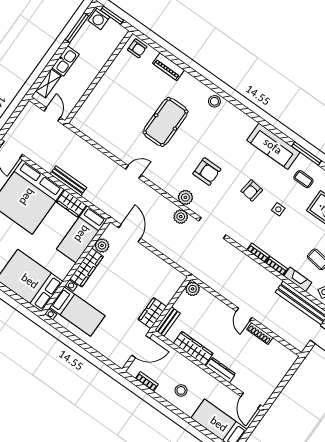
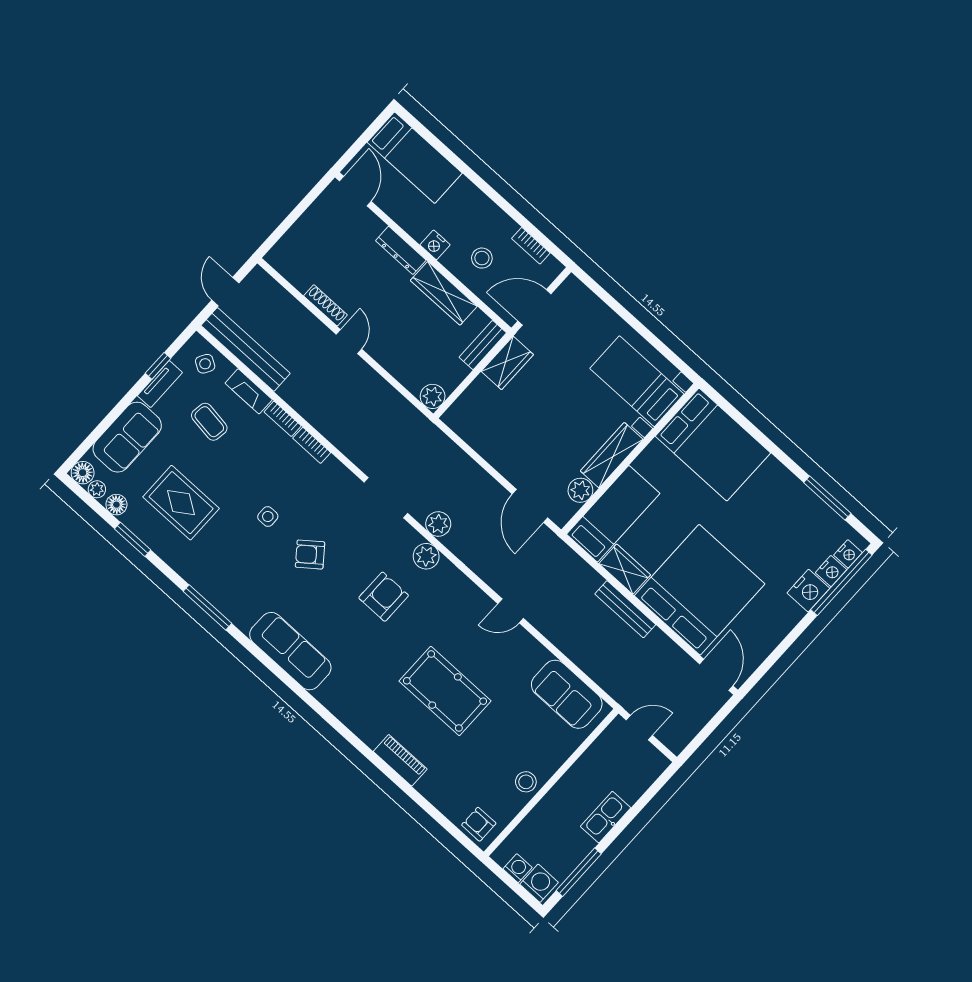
window: (112, 15) -> (516, 887), removed
washing machine: (112, 26) -> (518, 868), added
piano: (168, 67) -> (400, 760), moved
shelving: (48, 83) -> (640, 782), removed
stool: (214, 101) -> (526, 782), moved
door: (52, 114) -> (639, 728), swing flipped
pool table: (166, 122) -> (445, 691), turned 90
sofa: (96, 128) -> (567, 694), added
sofa: (273, 146) -> (290, 651), moved
armchair: (207, 171) -> (384, 597), turned 90
coffee table: (303, 179) -> (218, 563), removed
armchair: (252, 191) -> (310, 555), turned -135
nightstand: (201, 375) -> (435, 245), added
stool: (181, 390) -> (482, 258), moved

